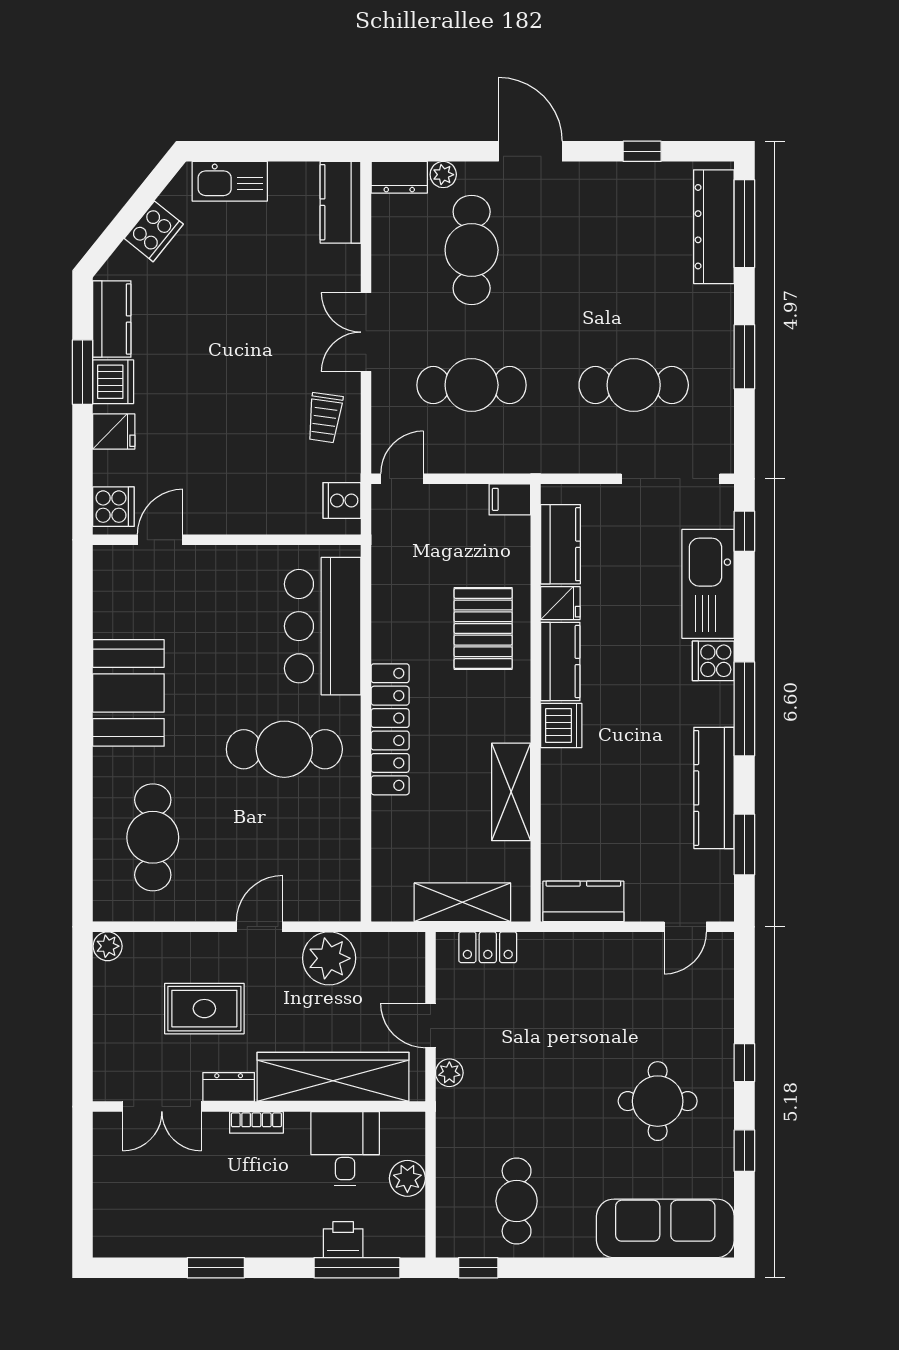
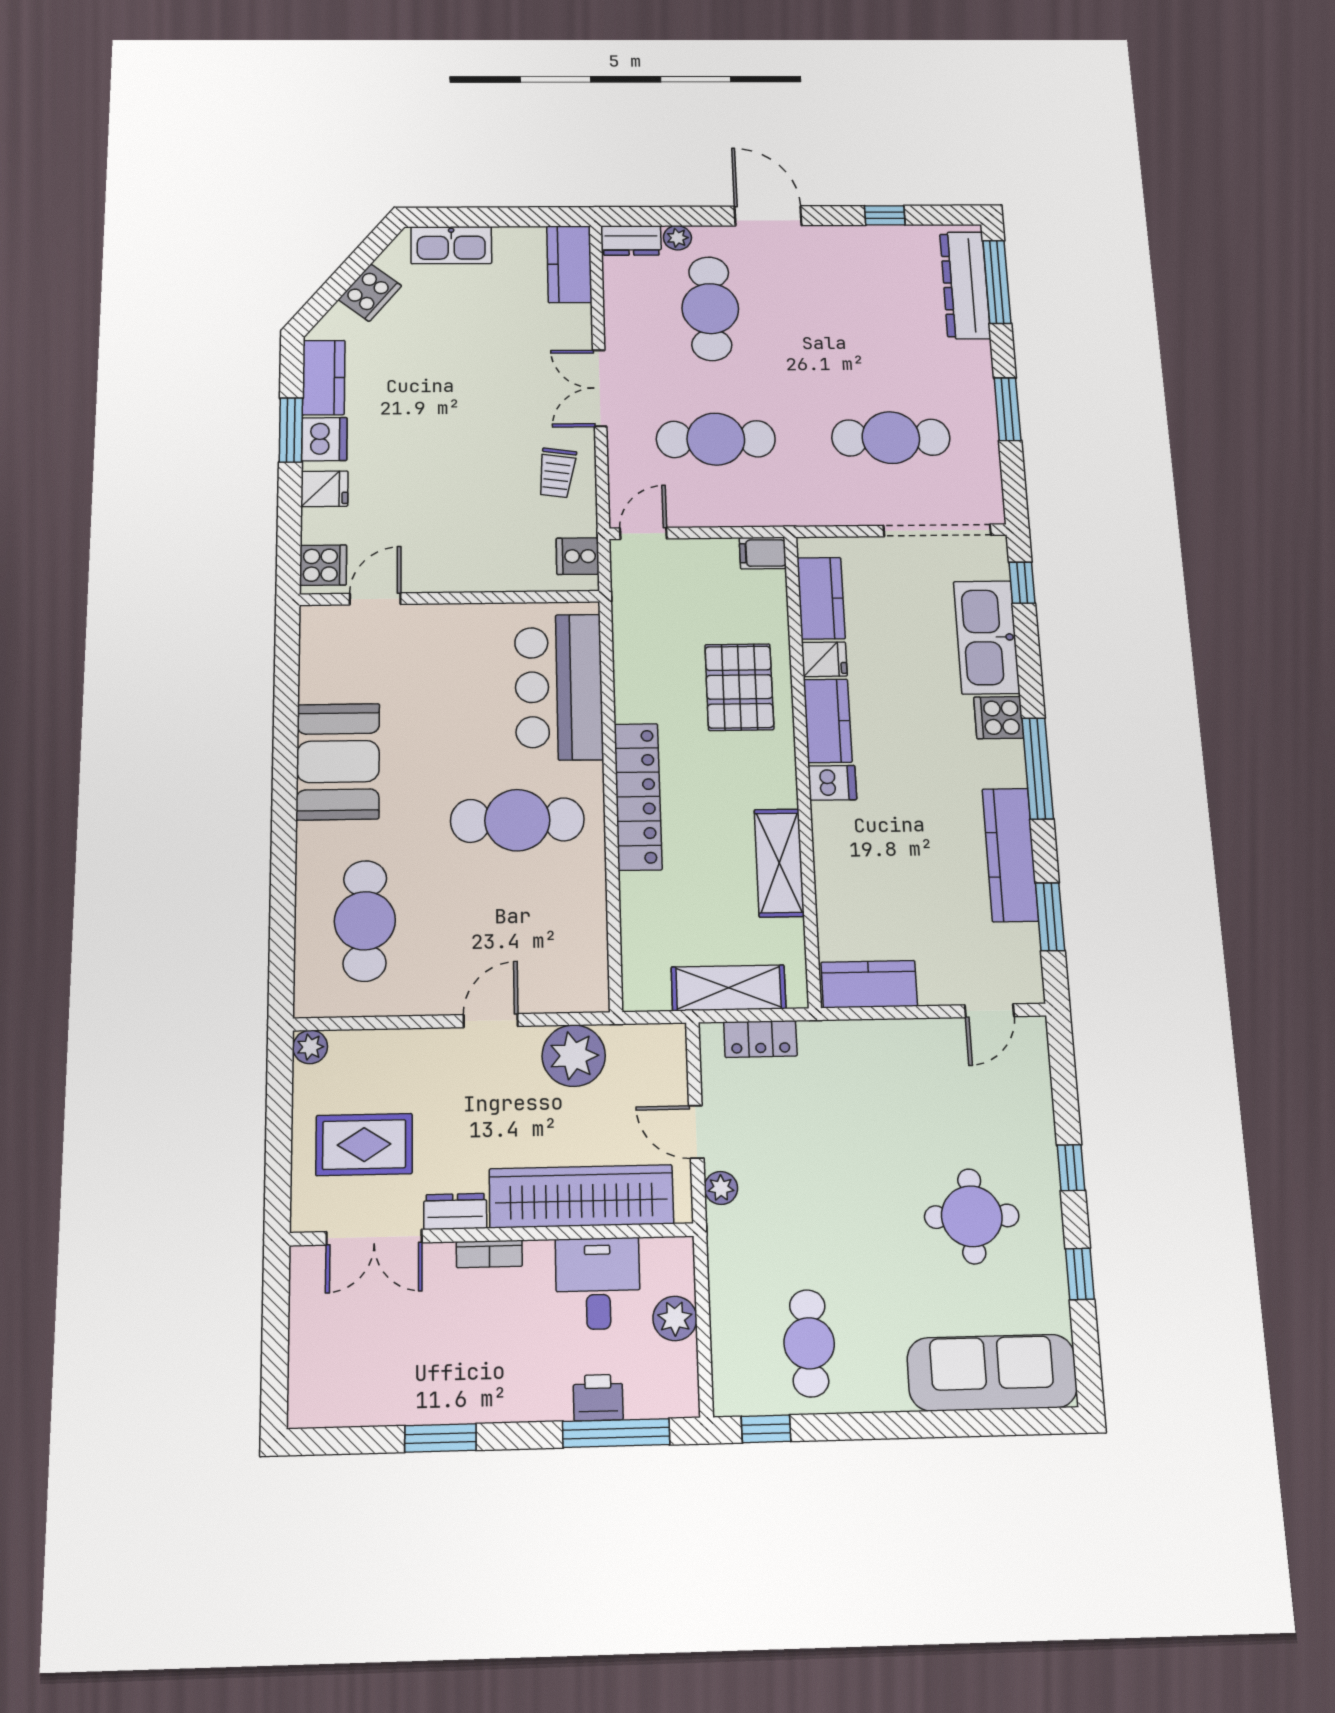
dishwasher: (561, 726) -> (832, 783), width x0.73
rug: (204, 1009) -> (364, 1145), moved

